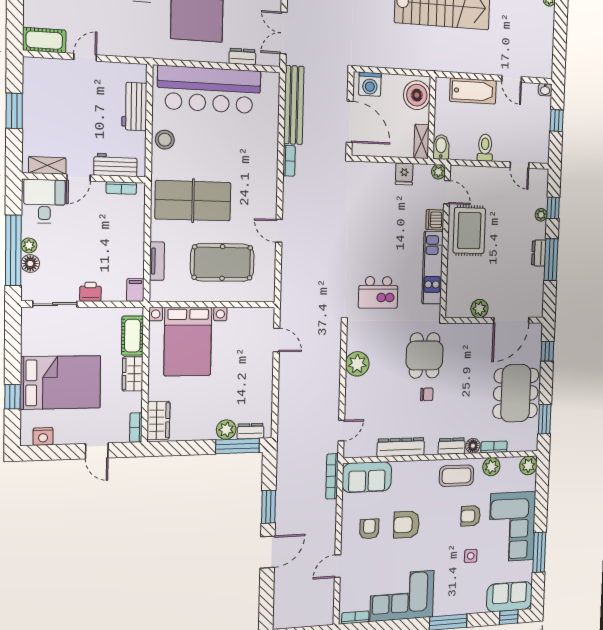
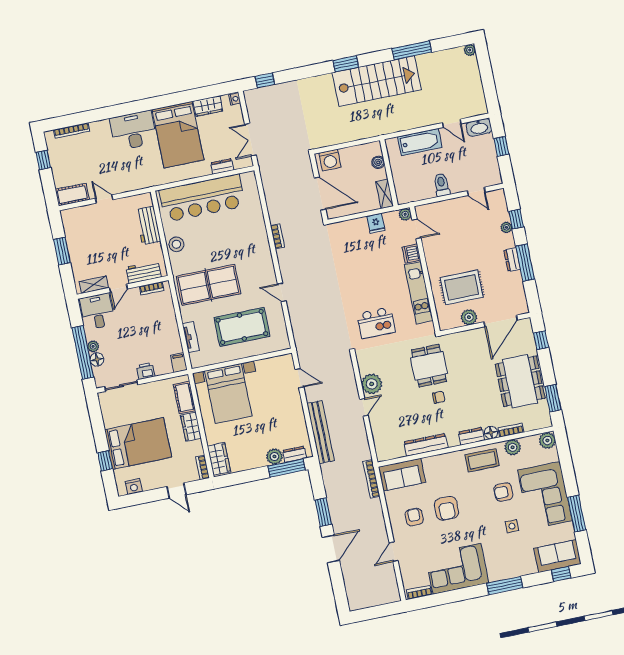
door: (85, 57) -> (104, 199), hinge flipped
washbasin: (545, 90) -> (479, 127), width x1.91, depth x1.45
boiler: (417, 95) -> (378, 162), width x0.54, depth x0.54
bench: (294, 105) -> (321, 432), moved
bidet: (441, 147) -> (403, 194), removed
rug: (469, 231) -> (462, 287), moved, turned 90
door: (341, 431) -> (364, 407), moved
armchair: (407, 525) -> (446, 508), turned -90

